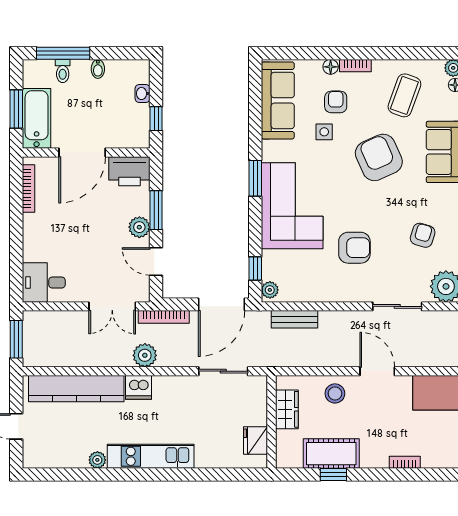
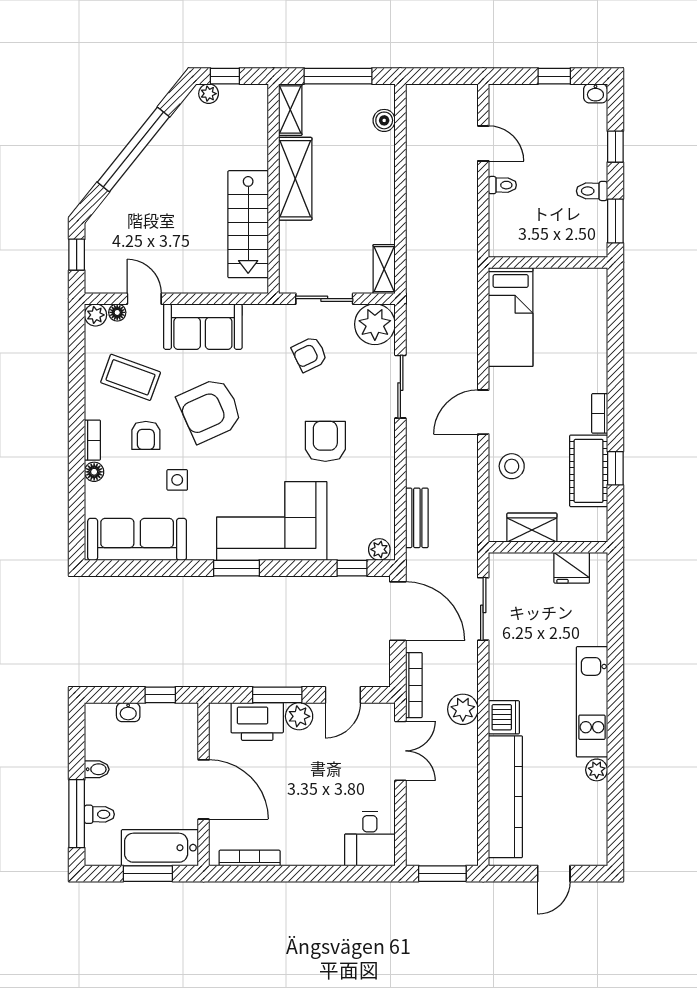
armchair: (336, 102) -> (146, 435), moved, turned -90
printer: (129, 171) -> (257, 721), moved, turned 90
armchair: (423, 235) -> (309, 354), turned -43
bookcase: (405, 462) -> (600, 413), moved

